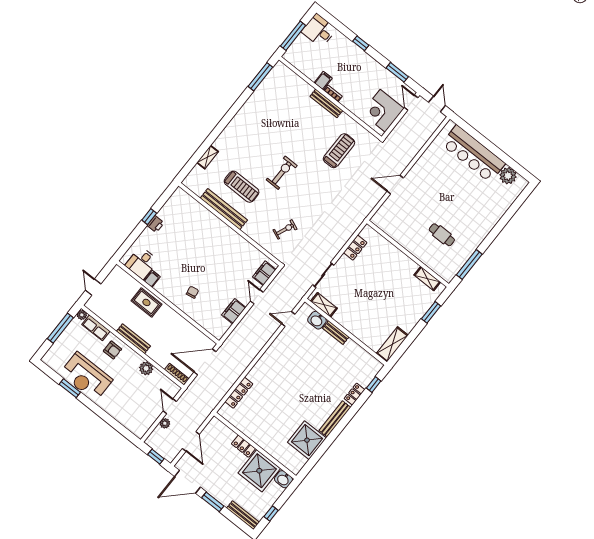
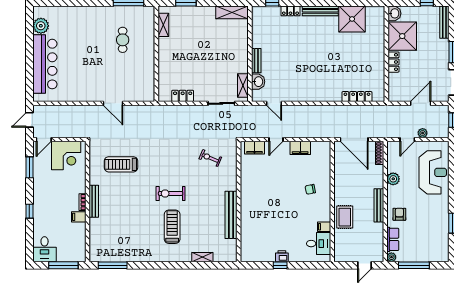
treadmill: (242, 187) -> (172, 227), moved
reception desk: (86, 377) -> (433, 172), moved

